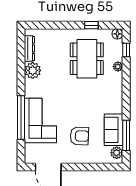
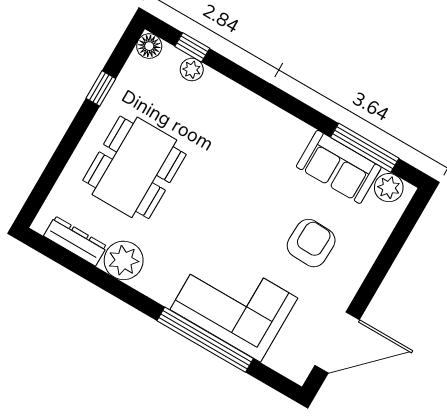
dining table: (87, 59) -> (134, 167), moved, turned 90
plant: (118, 67) -> (192, 70), moved

